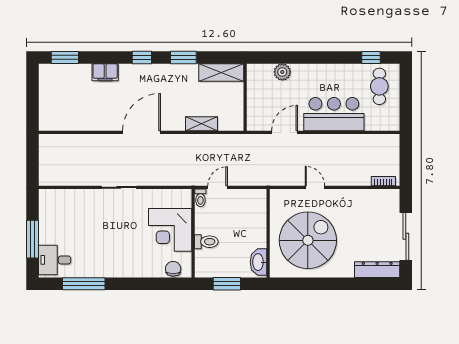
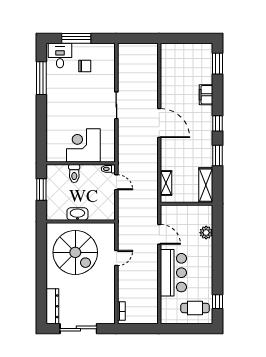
shelving: (201, 124) -> (166, 183), moved
washbasin: (258, 262) -> (77, 214), moved
chair: (173, 269) -> (85, 66), moved

